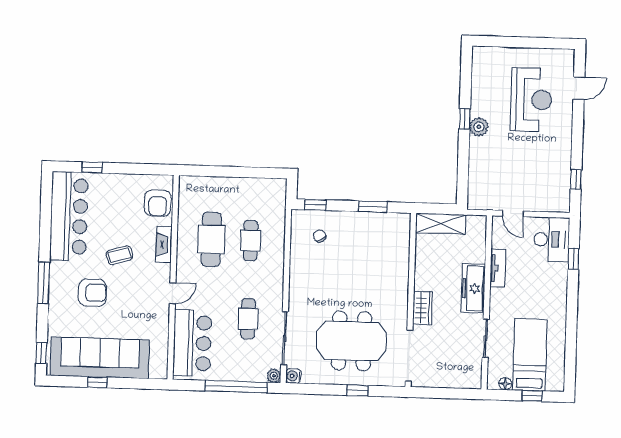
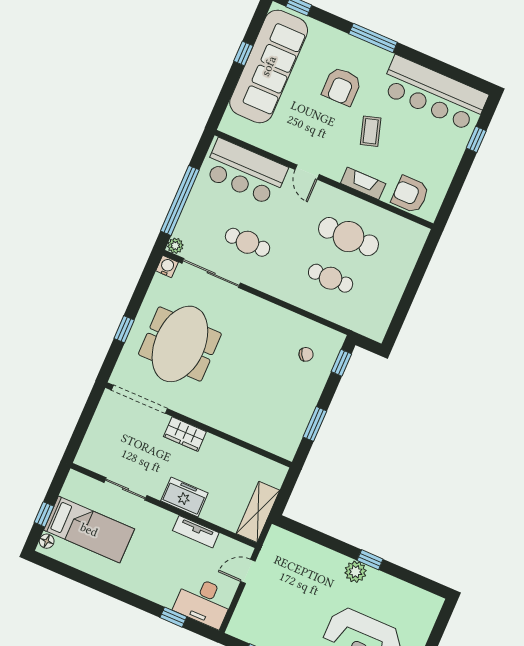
shelving: (441, 224) -> (258, 512), moved
freezer: (473, 288) -> (184, 497), width x0.71
floor lamp: (505, 384) -> (47, 541), moved

